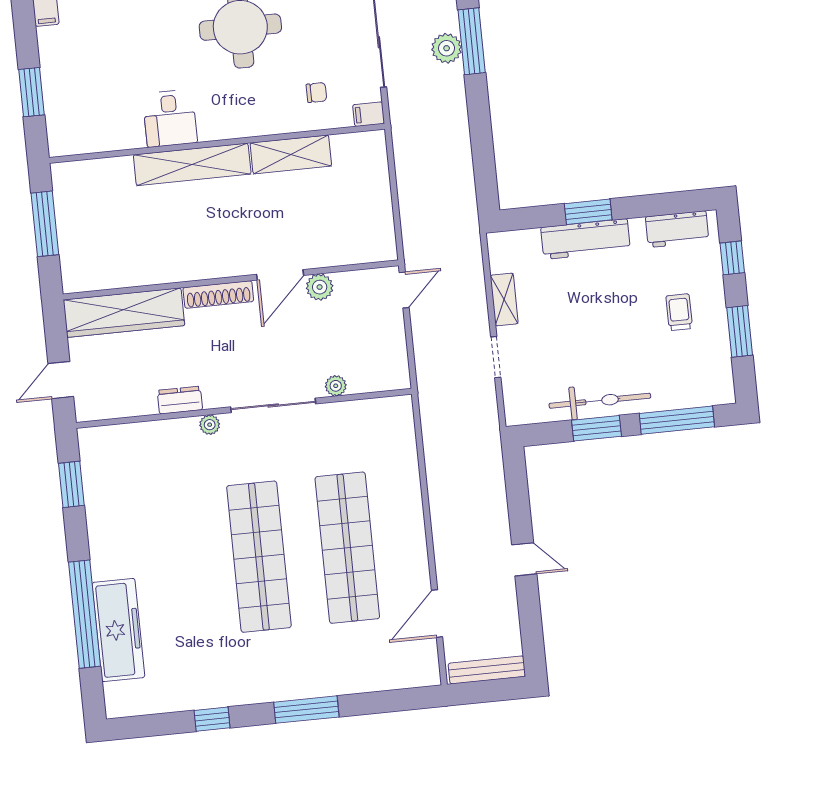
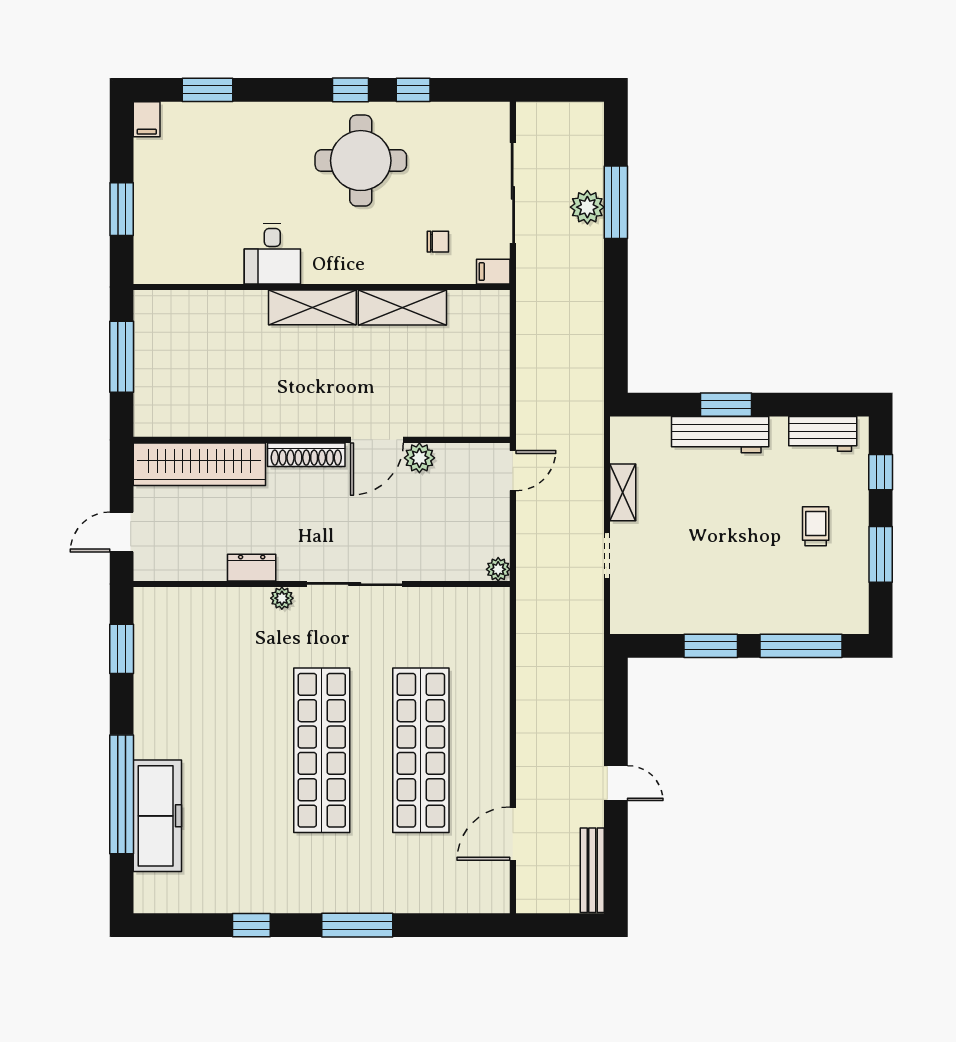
shelving: (192, 164) -> (312, 307), width x0.68
plant: (336, 386) -> (498, 569), moved
bicycle: (600, 401) -> (718, 616), removed
bench: (487, 670) -> (592, 870), moved, turned 90

